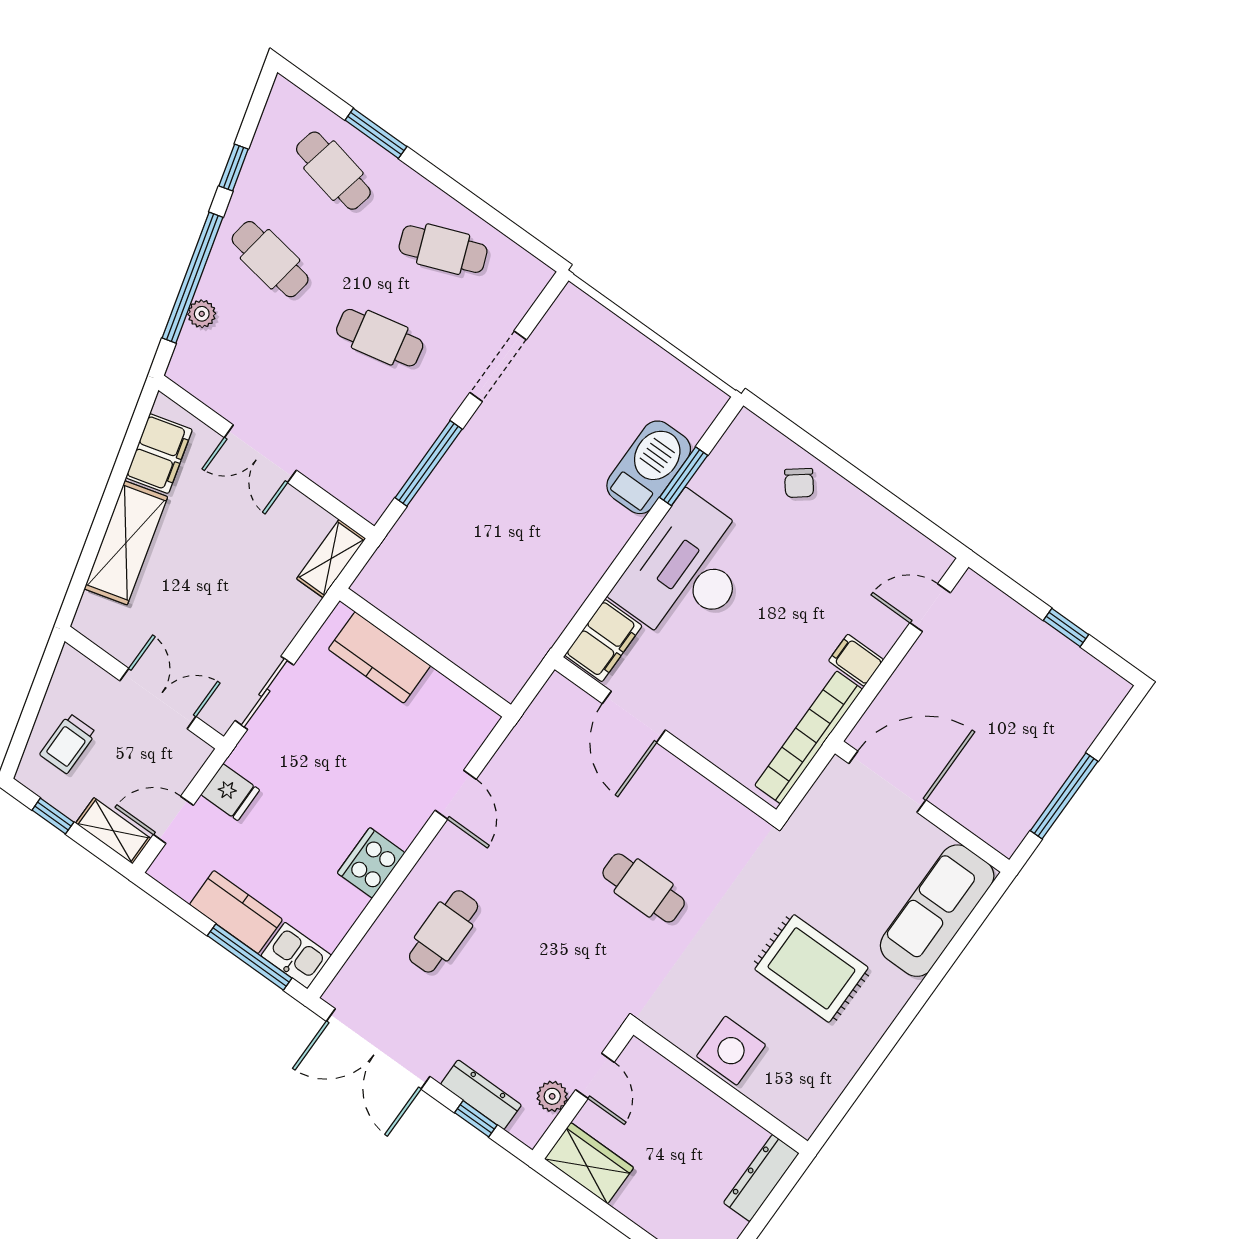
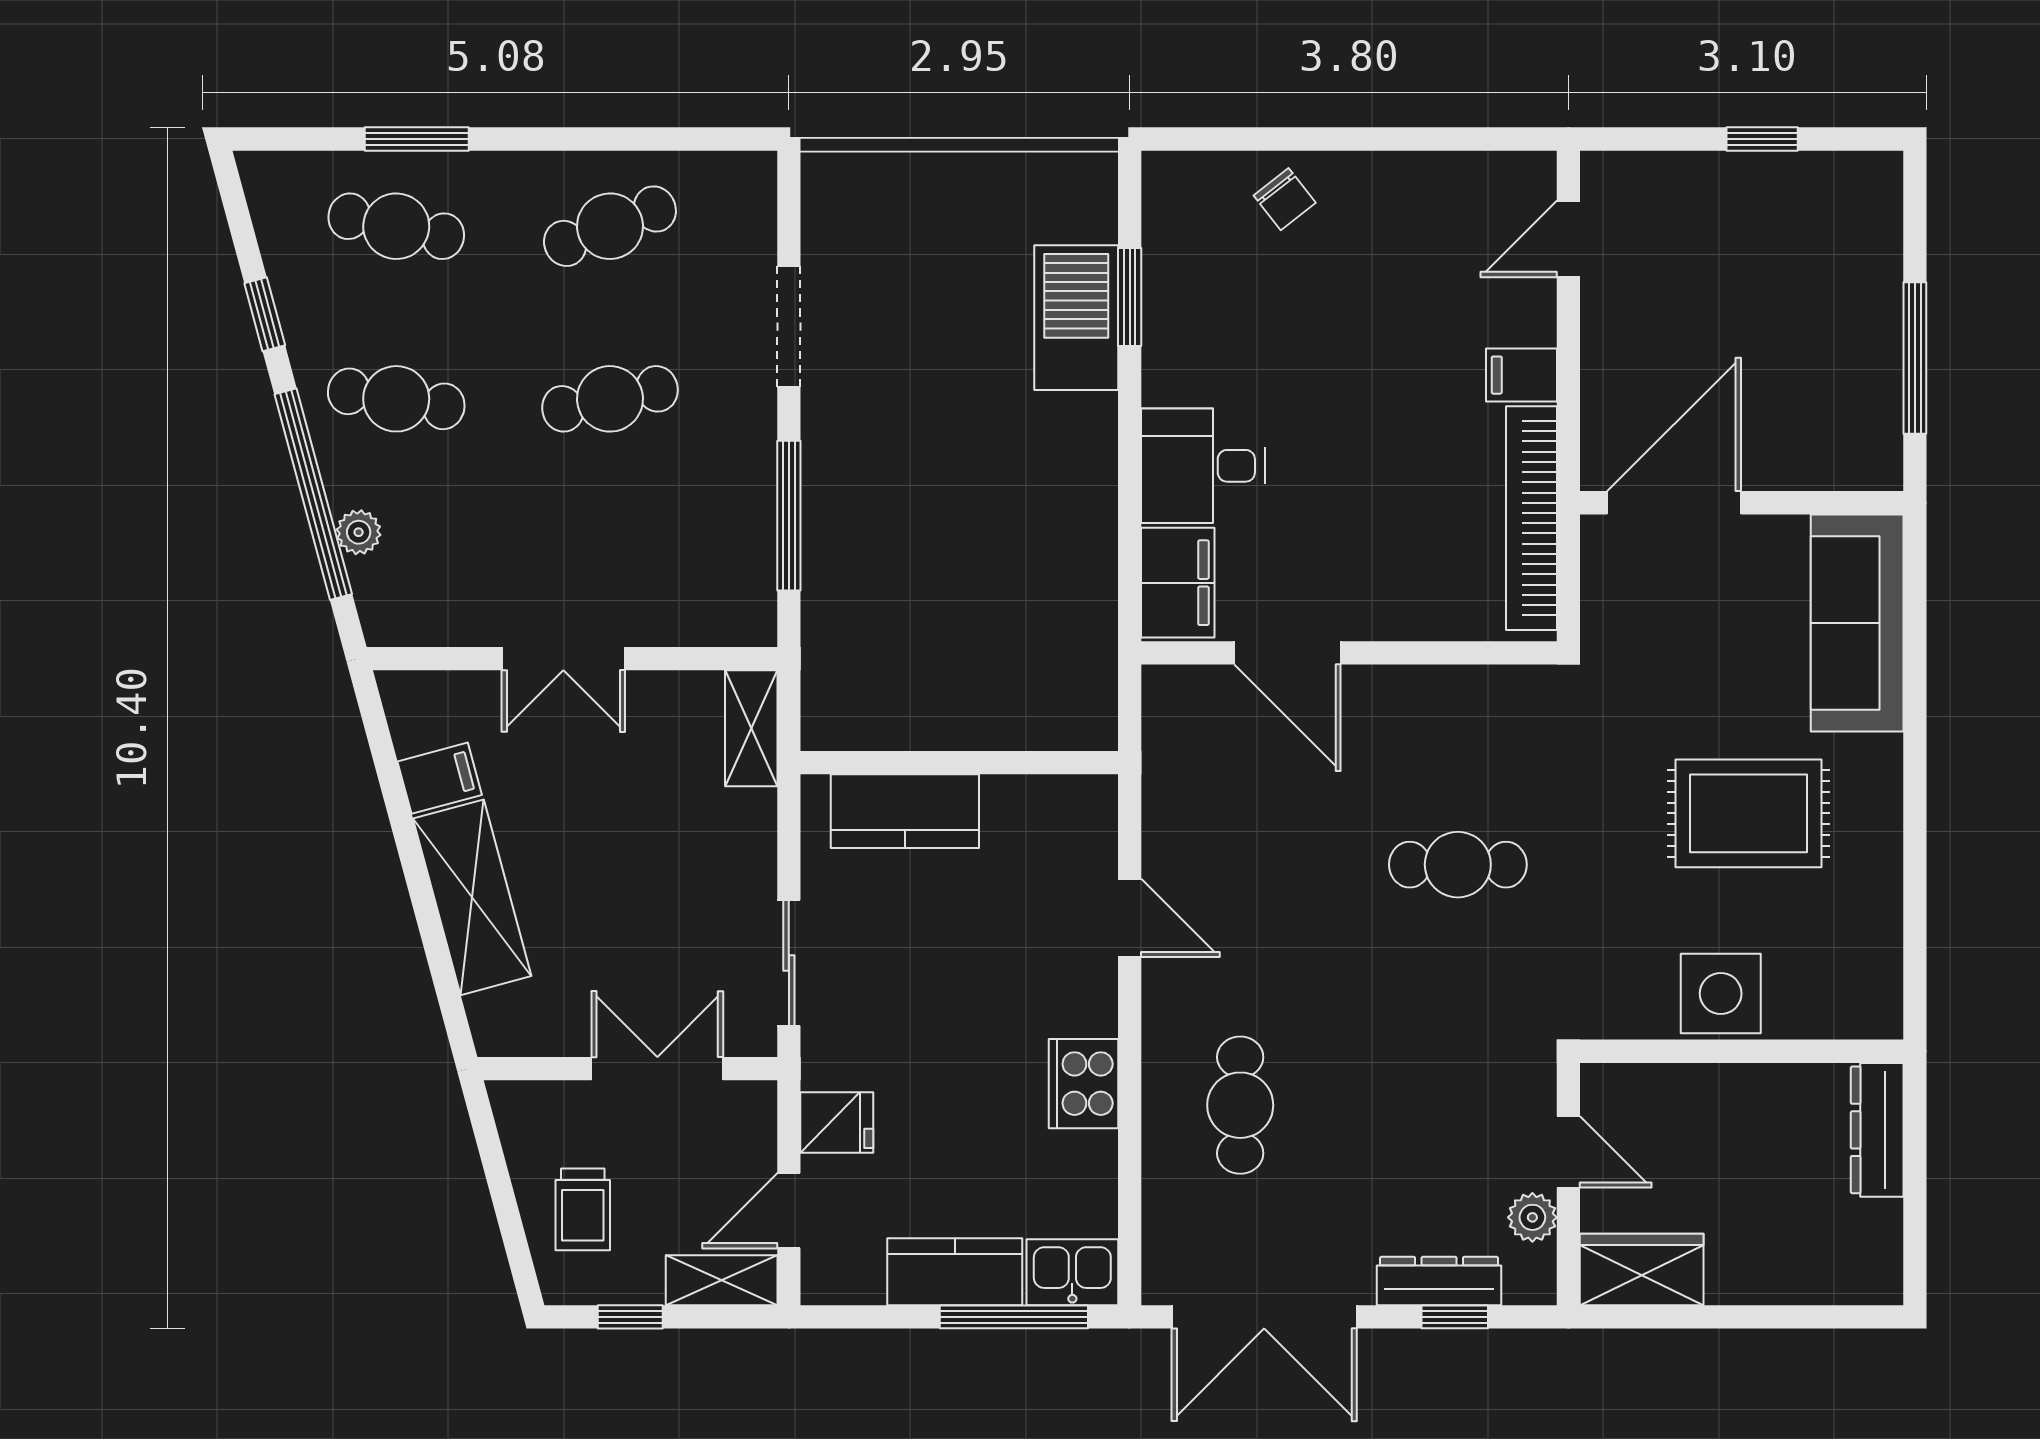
filing cabinet: (159, 454) -> (440, 778), width x0.50
desk: (687, 571) -> (1203, 466), width x0.53, depth x0.77

